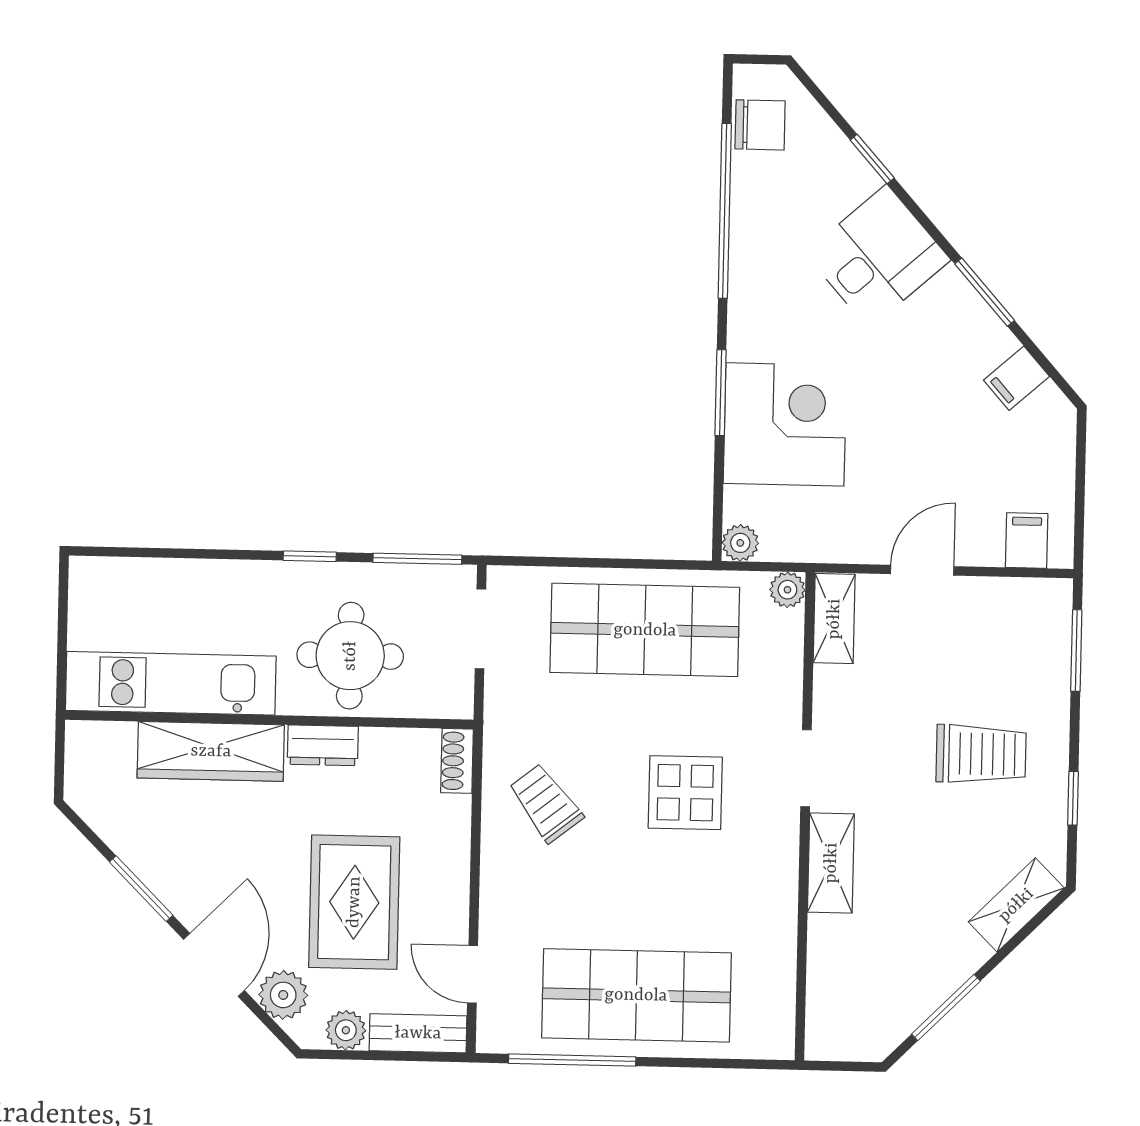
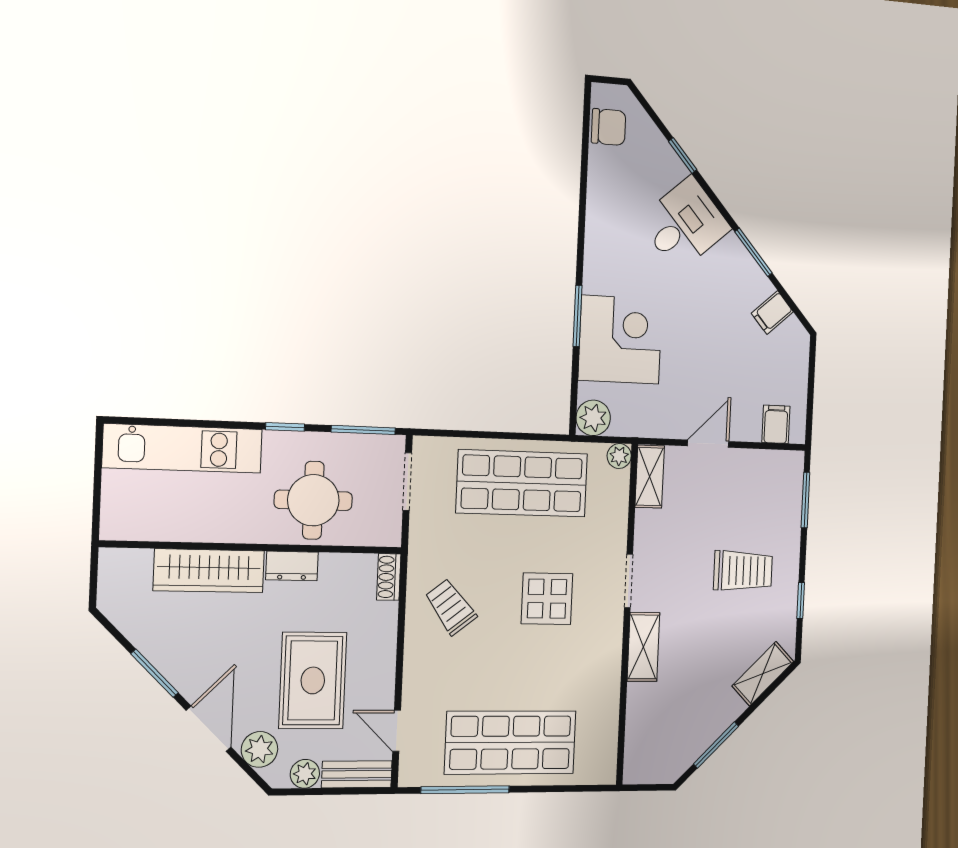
window: (725, 211) -> (583, 187), removed
plant: (740, 543) -> (593, 418), width x1.38, depth x1.38
kitchen unit: (171, 683) -> (183, 448), moved, turned 180

